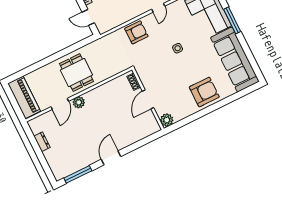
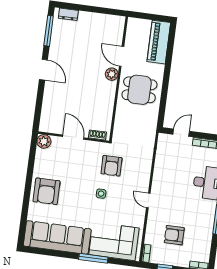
armchair: (136, 32) -> (112, 166), moved
piano: (24, 97) -> (159, 42), moved, turned 90
dresser: (42, 142) -> (68, 14), moved

